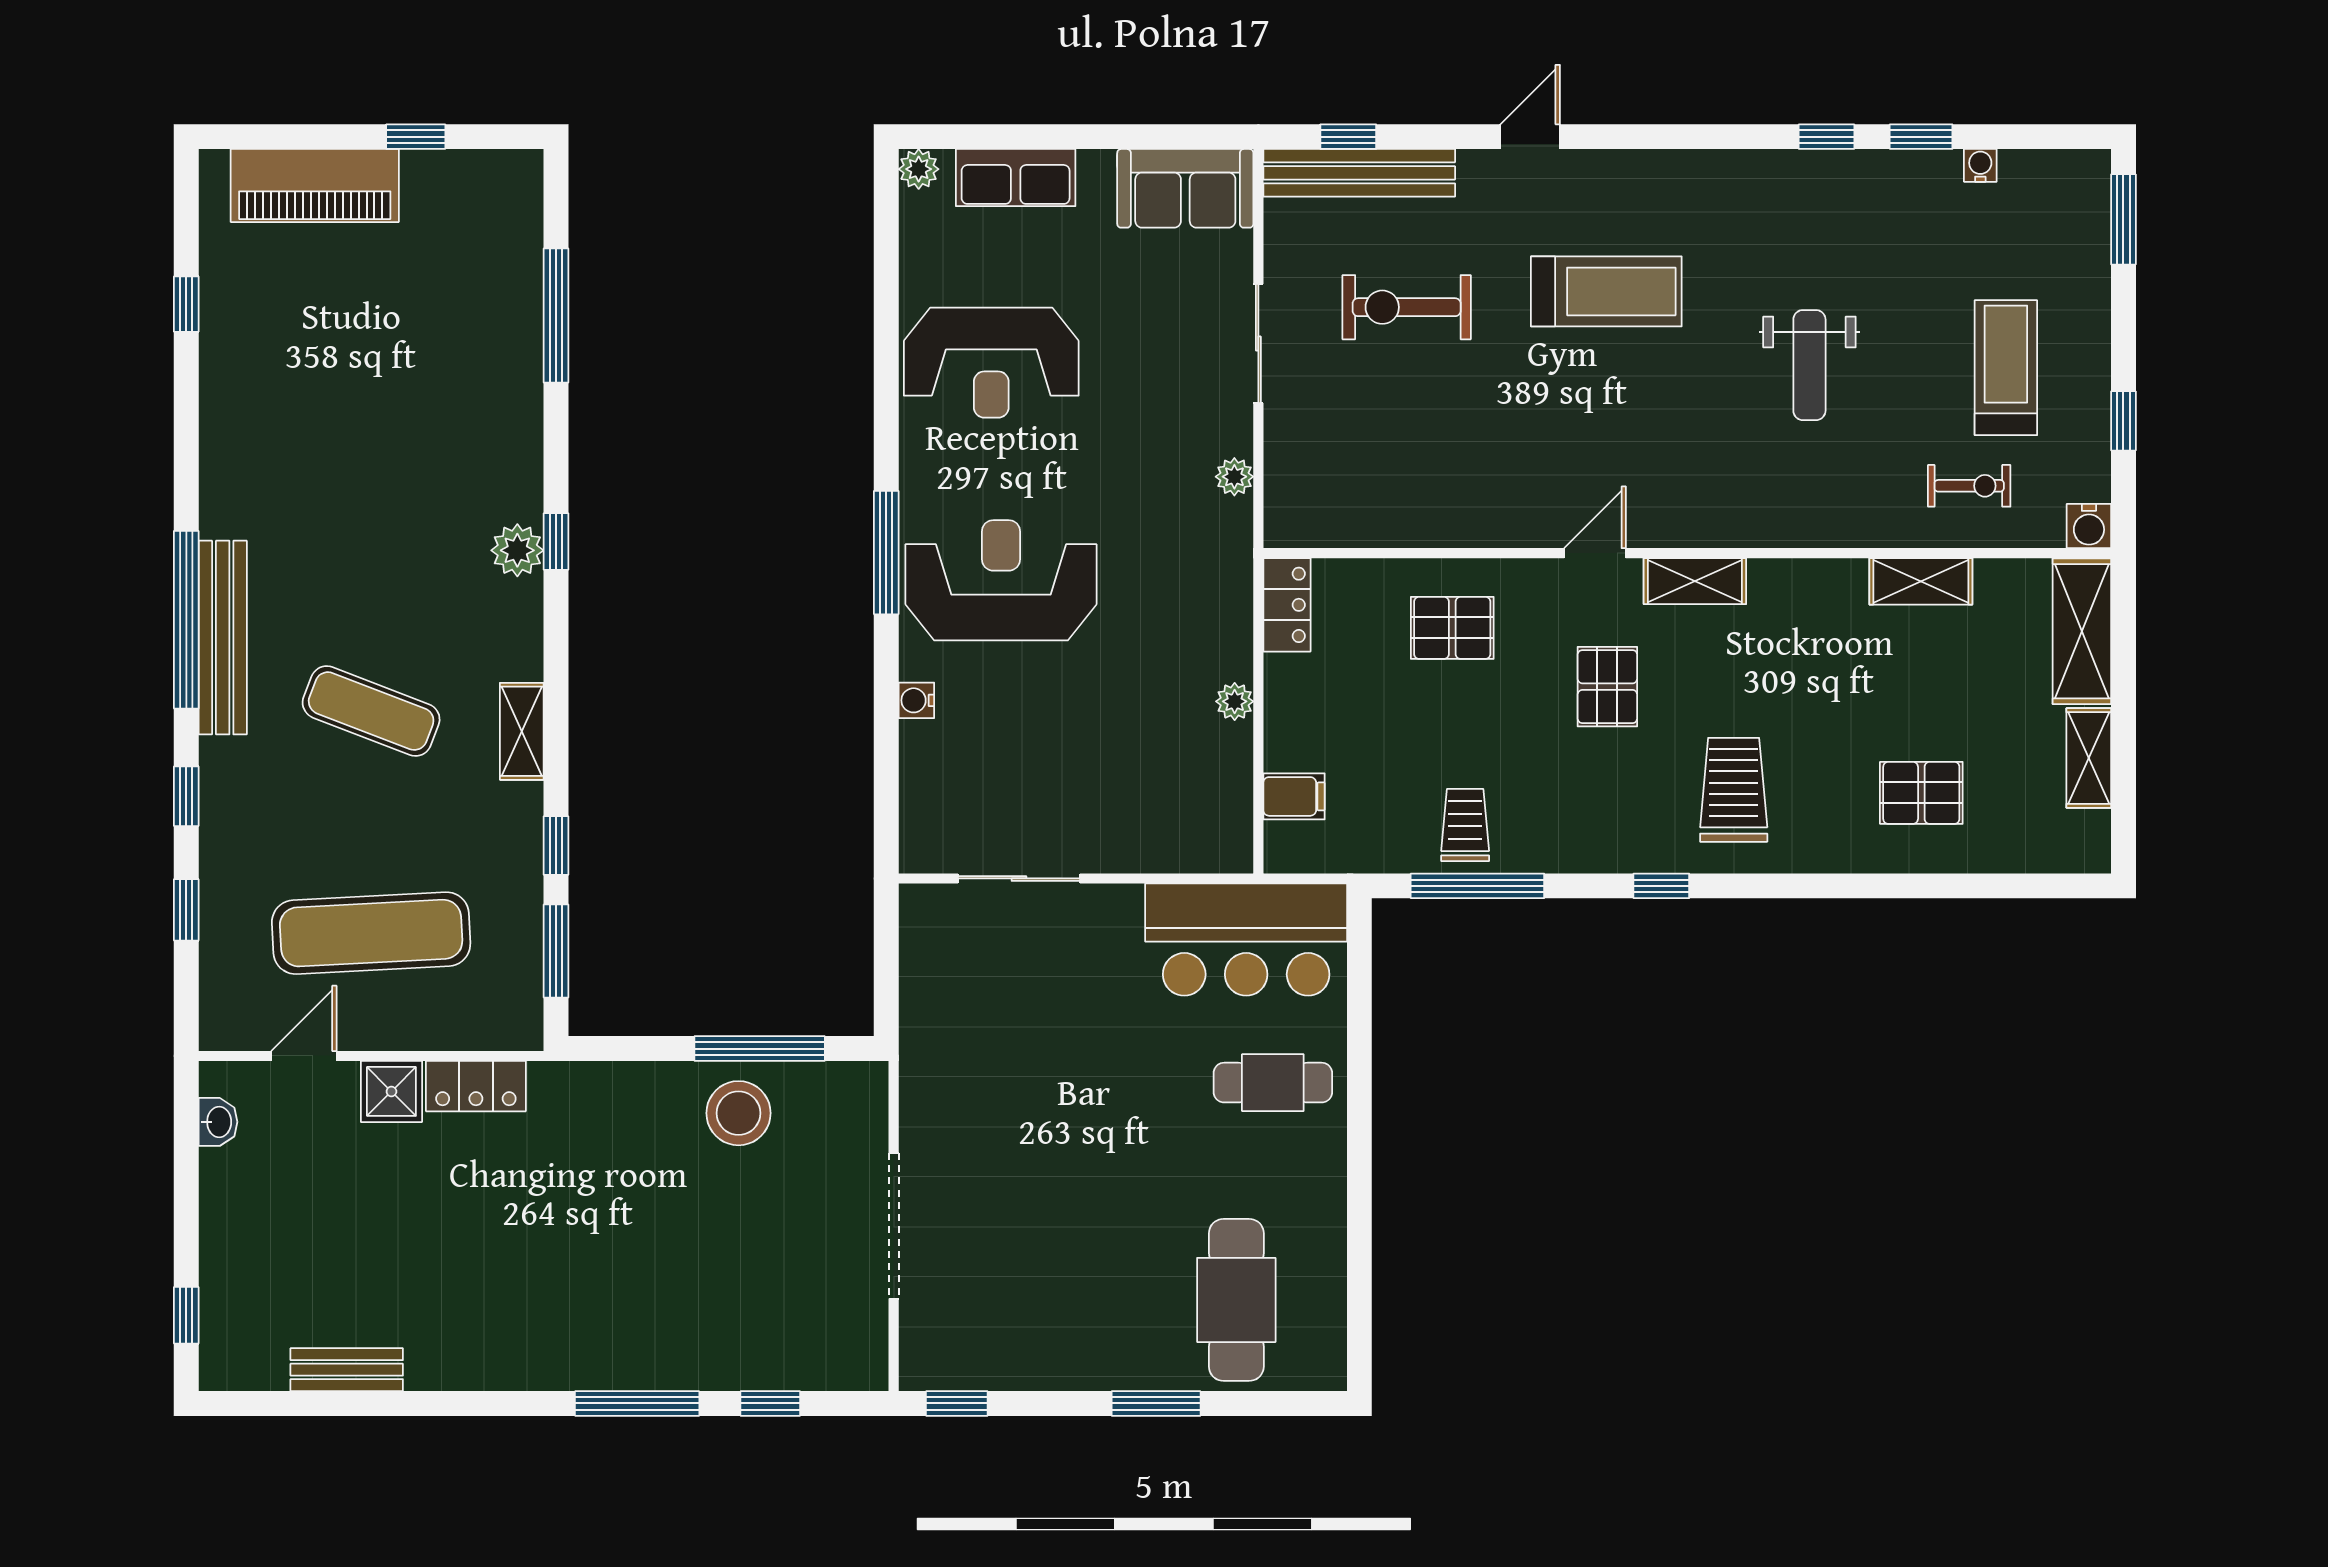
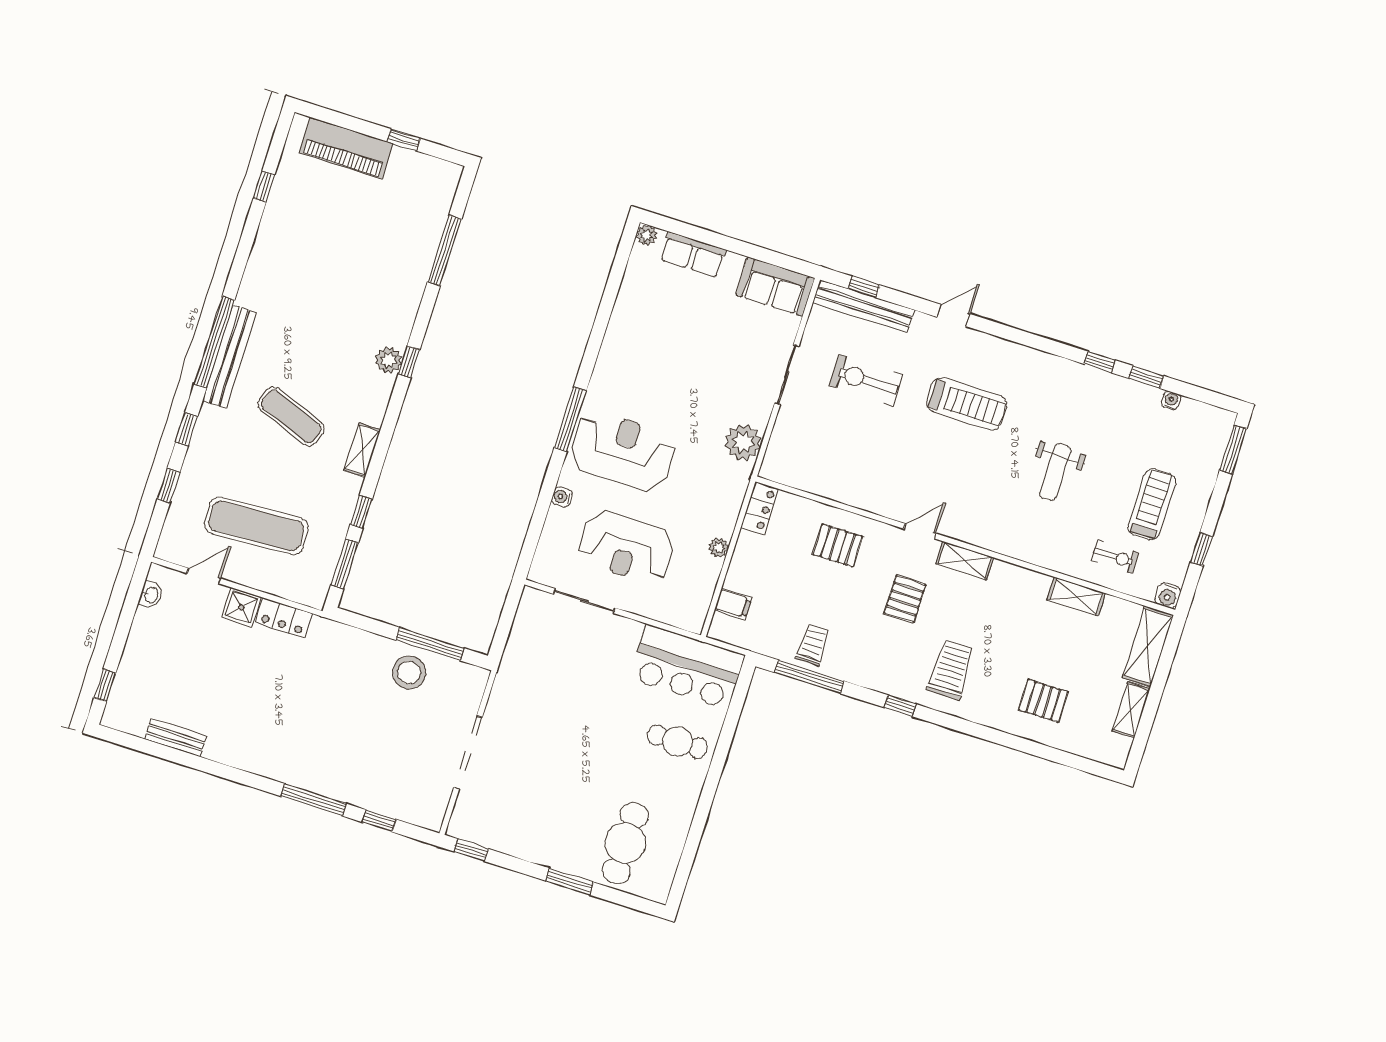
reception desk: (991, 363) -> (626, 547), moved
plant: (1234, 477) -> (743, 442), width x1.88, depth x1.88

